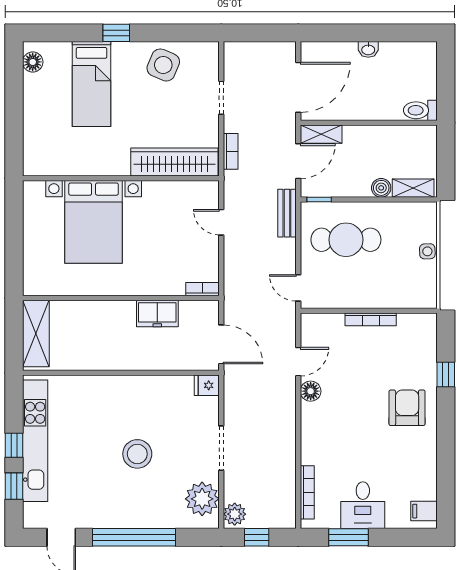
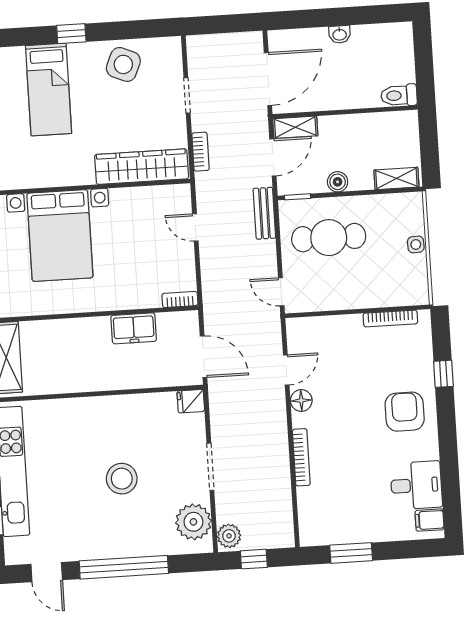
boiler: (381, 188) -> (338, 182), moved
bookcase: (371, 319) -> (390, 318), moved
bookcase: (307, 492) -> (301, 457), moved
desk: (363, 505) -> (416, 485), moved, turned -90

